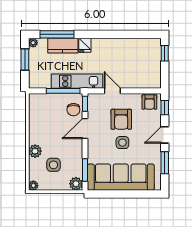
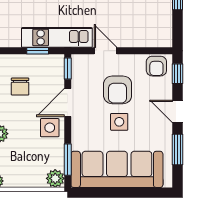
window: (63, 91) -> (38, 51), width x0.46
chair: (73, 110) -> (20, 87), moved
door: (165, 135) -> (178, 111), hinge flipped
side table: (53, 165) -> (50, 128), moved

